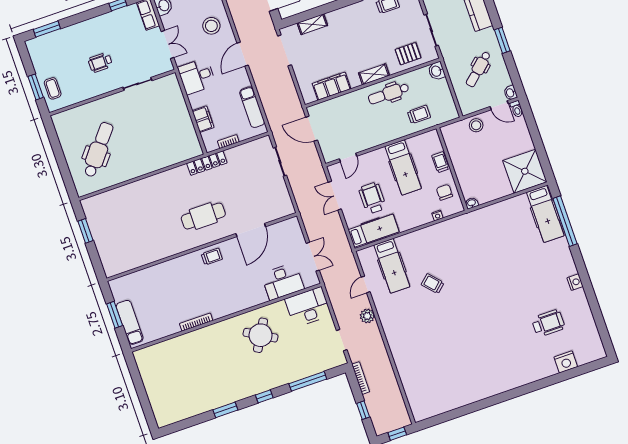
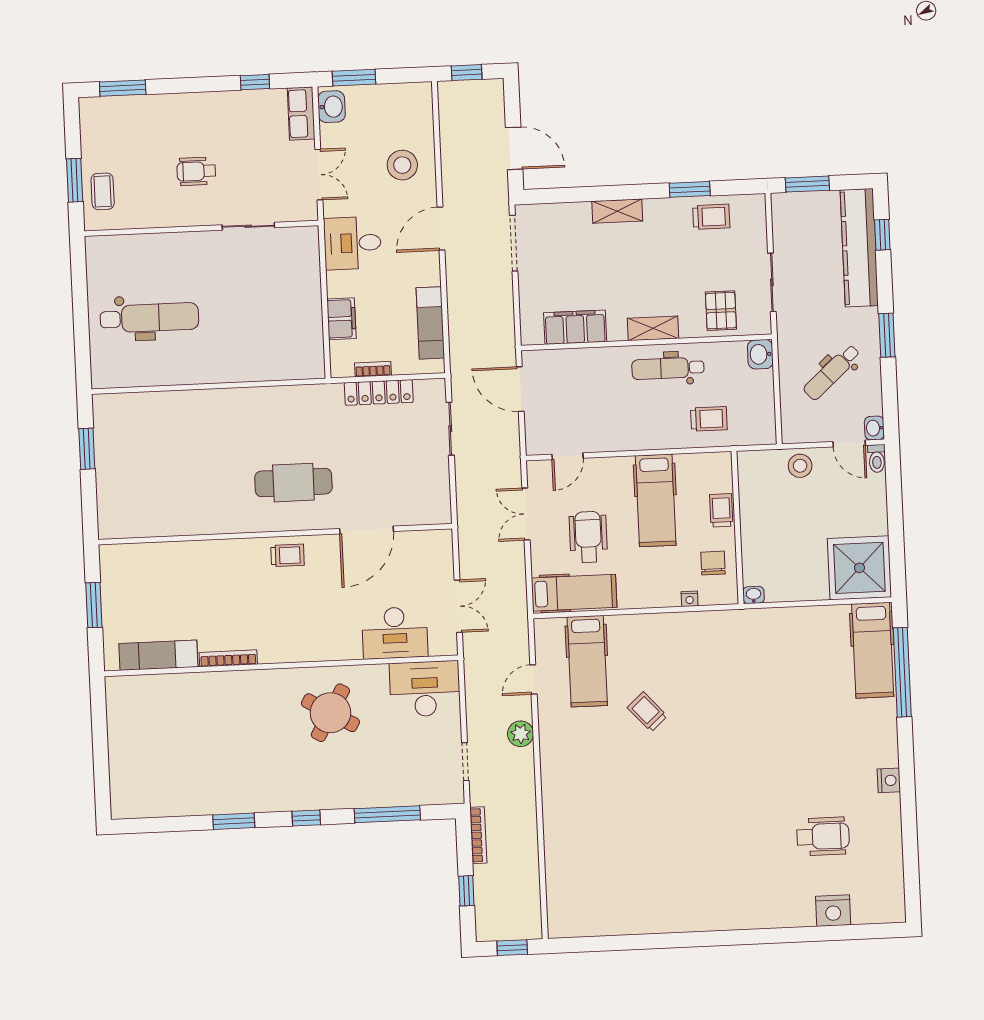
shelving: (312, 24) -> (617, 211), moved
pallet: (408, 54) -> (721, 311), turned 90
dental chair: (98, 150) -> (149, 318), turned 51
locker: (207, 163) -> (379, 392), moved
exam couch: (130, 322) -> (158, 655), moved, turned -90

